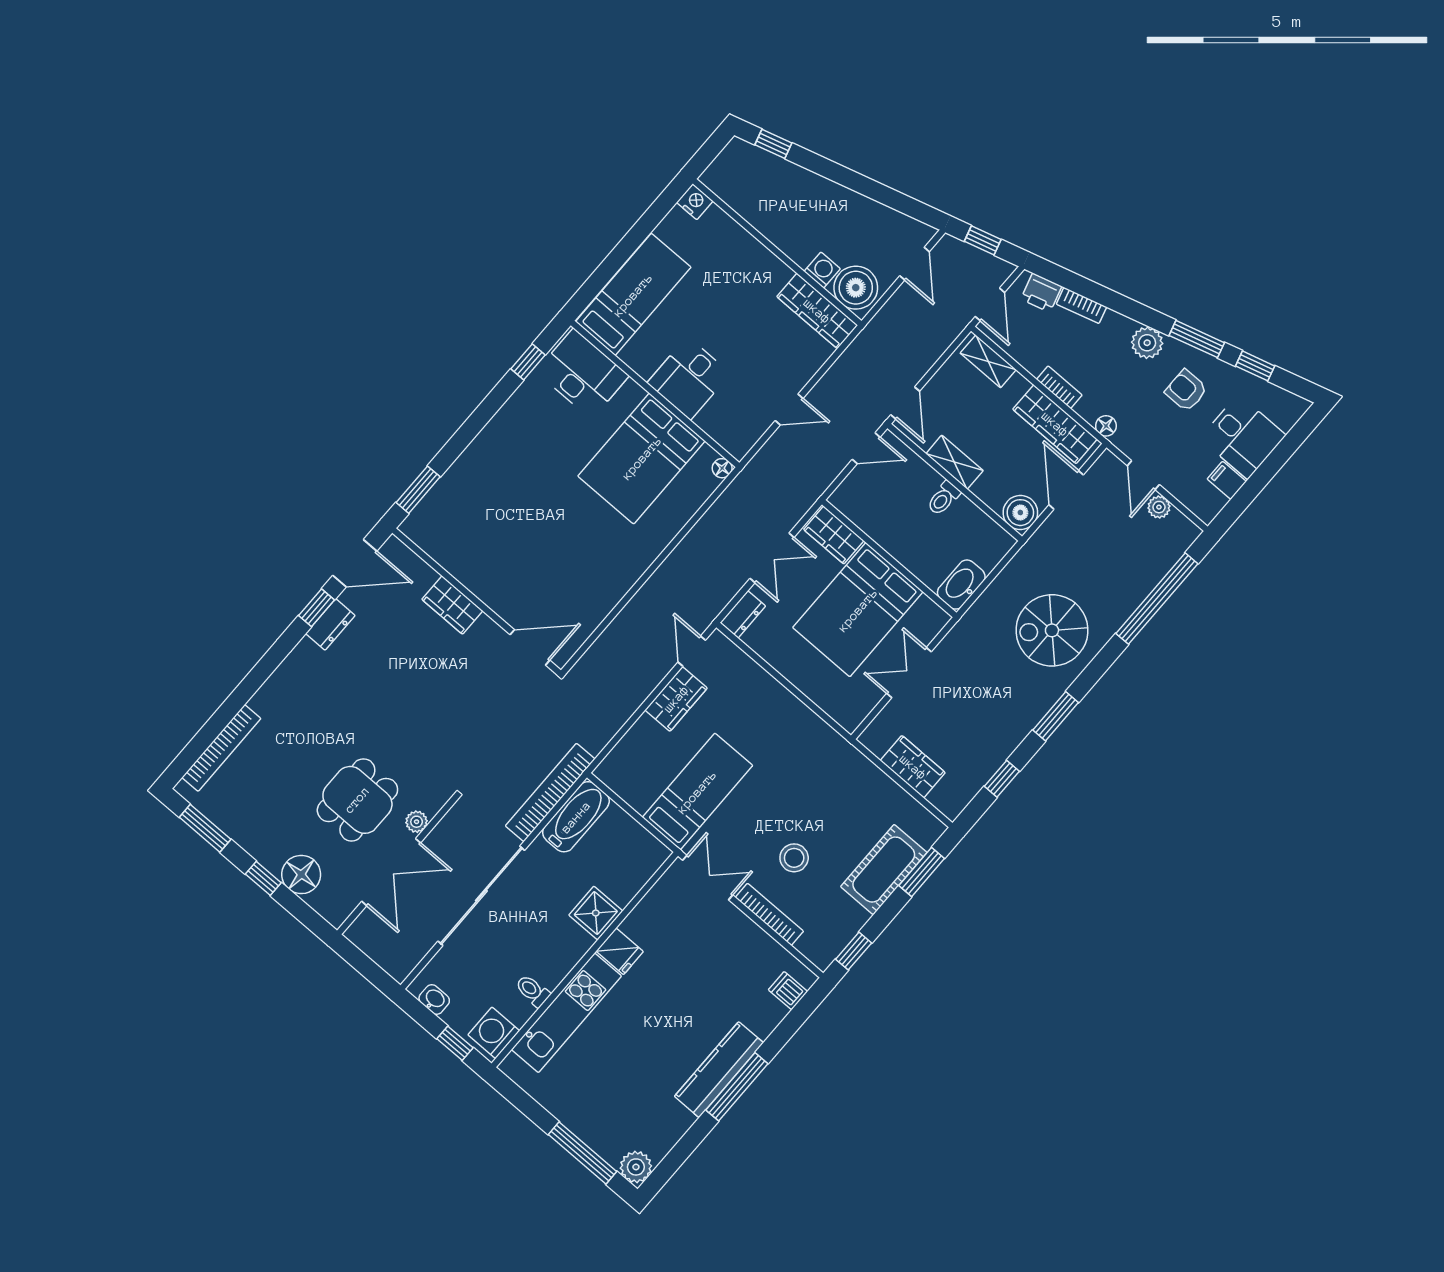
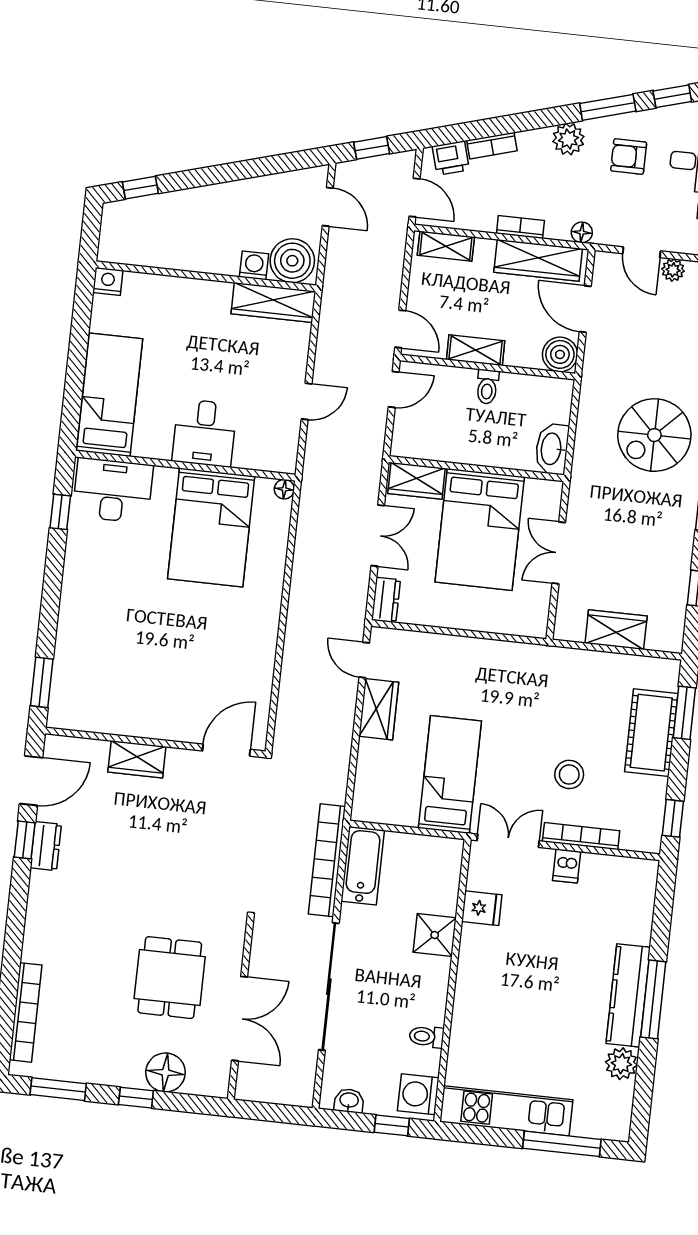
plant: (417, 822) -> (232, 962), removed
fridge: (620, 951) -> (482, 908), moved
dishwasher: (788, 991) -> (567, 866), moved, turned -90
kitchen unit: (566, 1013) -> (506, 1111), moved, turned -90
plant: (636, 1167) -> (621, 1064), moved

